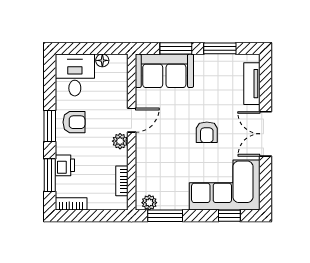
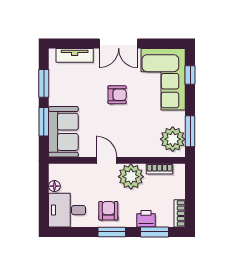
plant: (120, 141) -> (131, 177), width x1.87, depth x1.87
plant: (149, 203) -> (173, 139), width x1.87, depth x1.87

